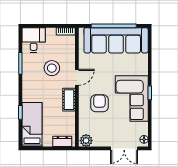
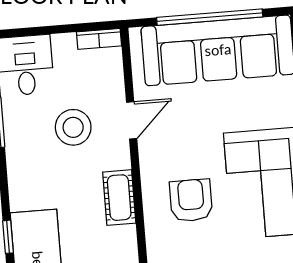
door: (77, 77) -> (132, 120), moved

